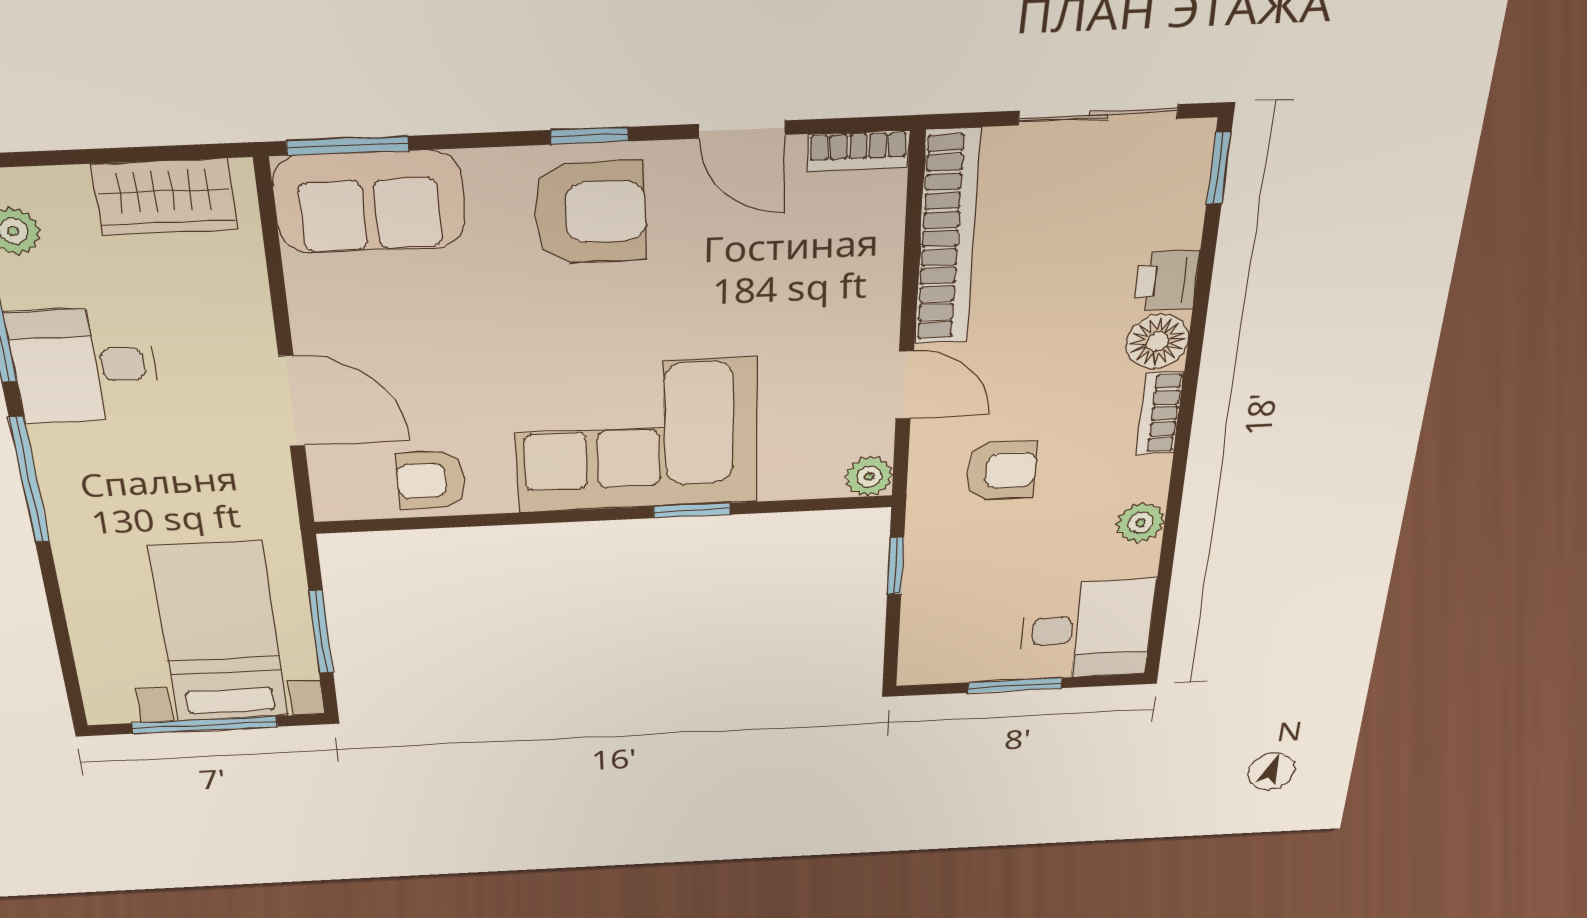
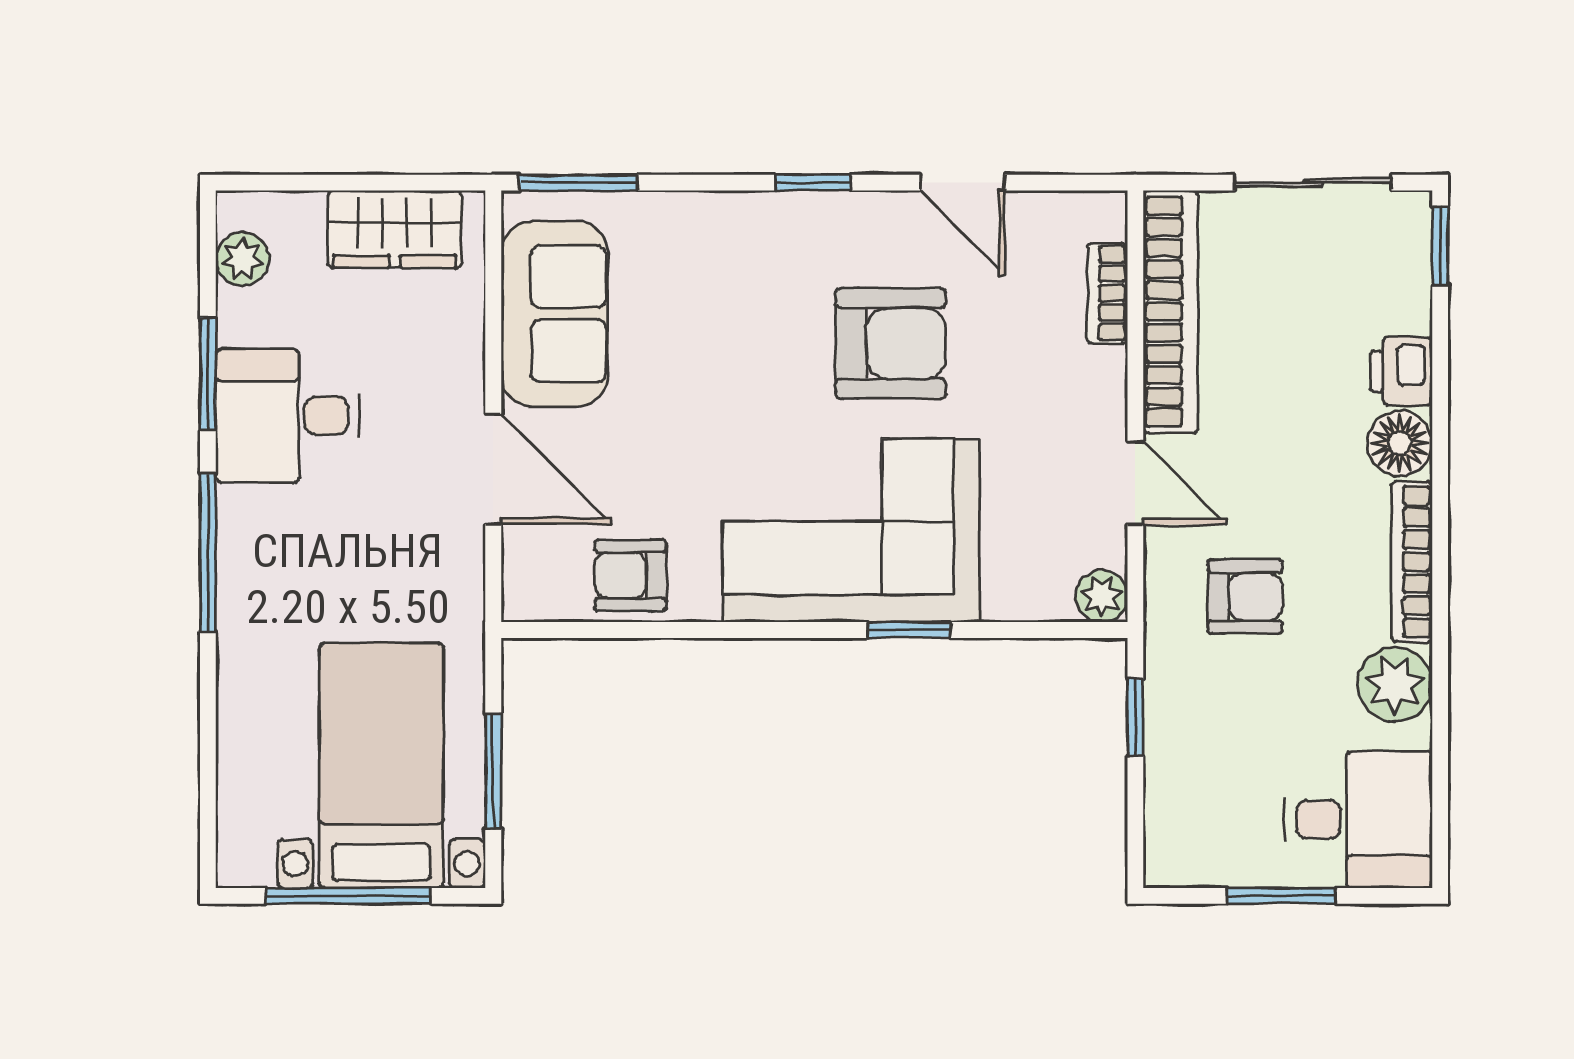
bookcase: (858, 151) -> (1107, 293), moved, turned 90
sofa: (369, 202) -> (555, 314), moved, turned -90
armchair: (590, 212) -> (891, 343), moved
bookcase: (1160, 413) -> (1412, 562), width x1.56
plant: (1140, 523) -> (1395, 685), width x1.38, depth x1.38

